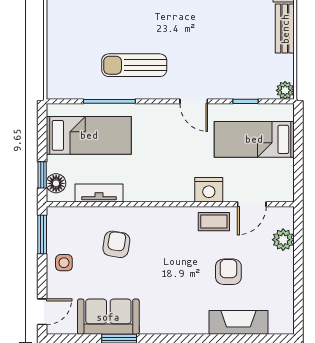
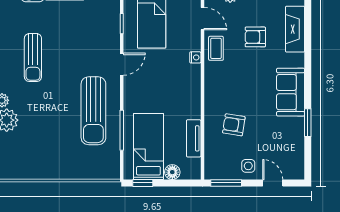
sun lounger: (134, 65) -> (93, 111), width x1.36, depth x1.34
window: (42, 175) -> (143, 183), moved
floor lamp: (56, 183) -> (172, 172), moved
nightstand: (209, 190) -> (195, 57), width x0.53, depth x0.56
door: (42, 312) -> (273, 183), moved
sofa: (108, 317) -> (291, 92), moved

